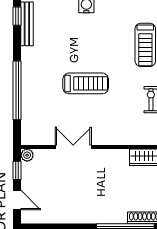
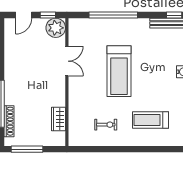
treadmill: (86, 83) -> (119, 71), width x1.37, depth x1.38
plant: (27, 155) -> (56, 28), width x1.87, depth x1.87

